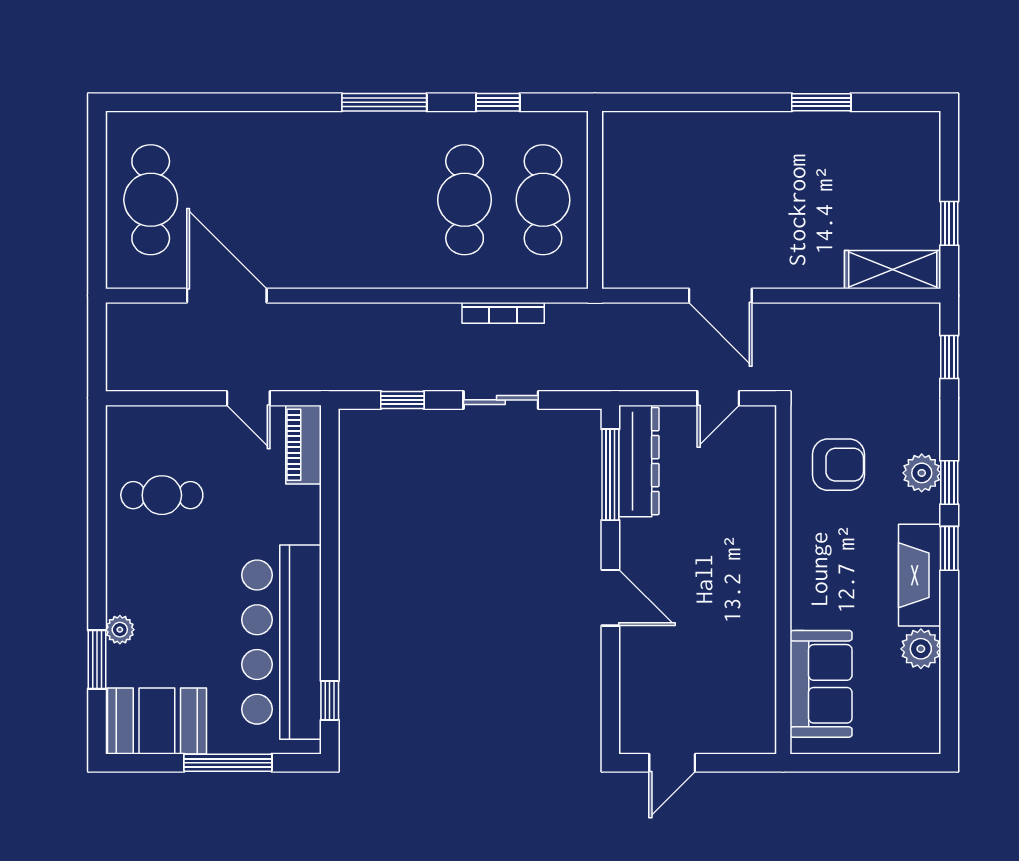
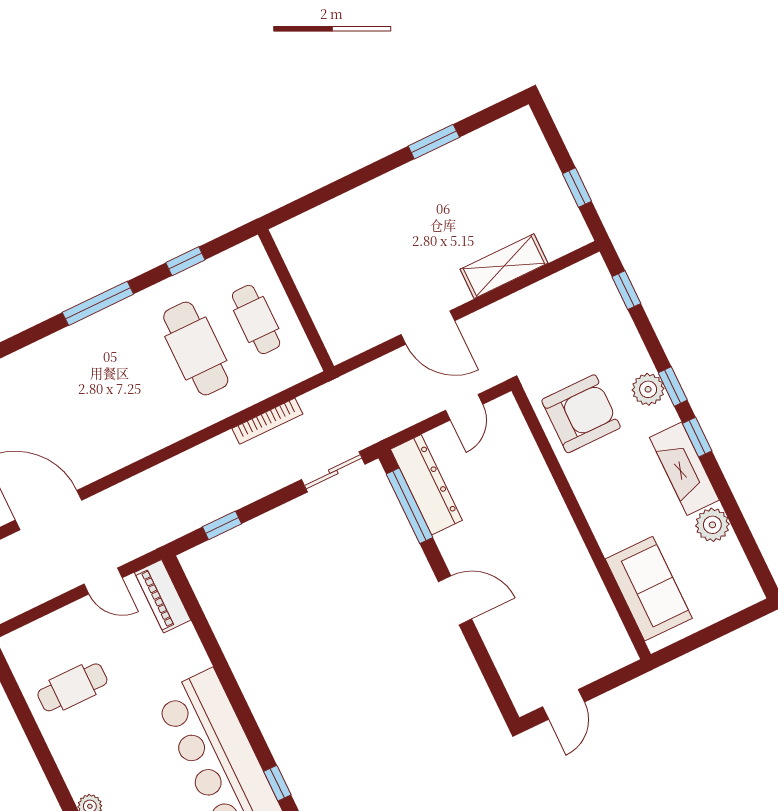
cafe table: (543, 200) -> (256, 319), width x0.73, depth x0.74
shelving: (893, 270) -> (504, 266), moved
sliding door: (501, 400) -> (333, 472), moved
armchair: (838, 465) -> (581, 414), width x1.36, depth x1.36

